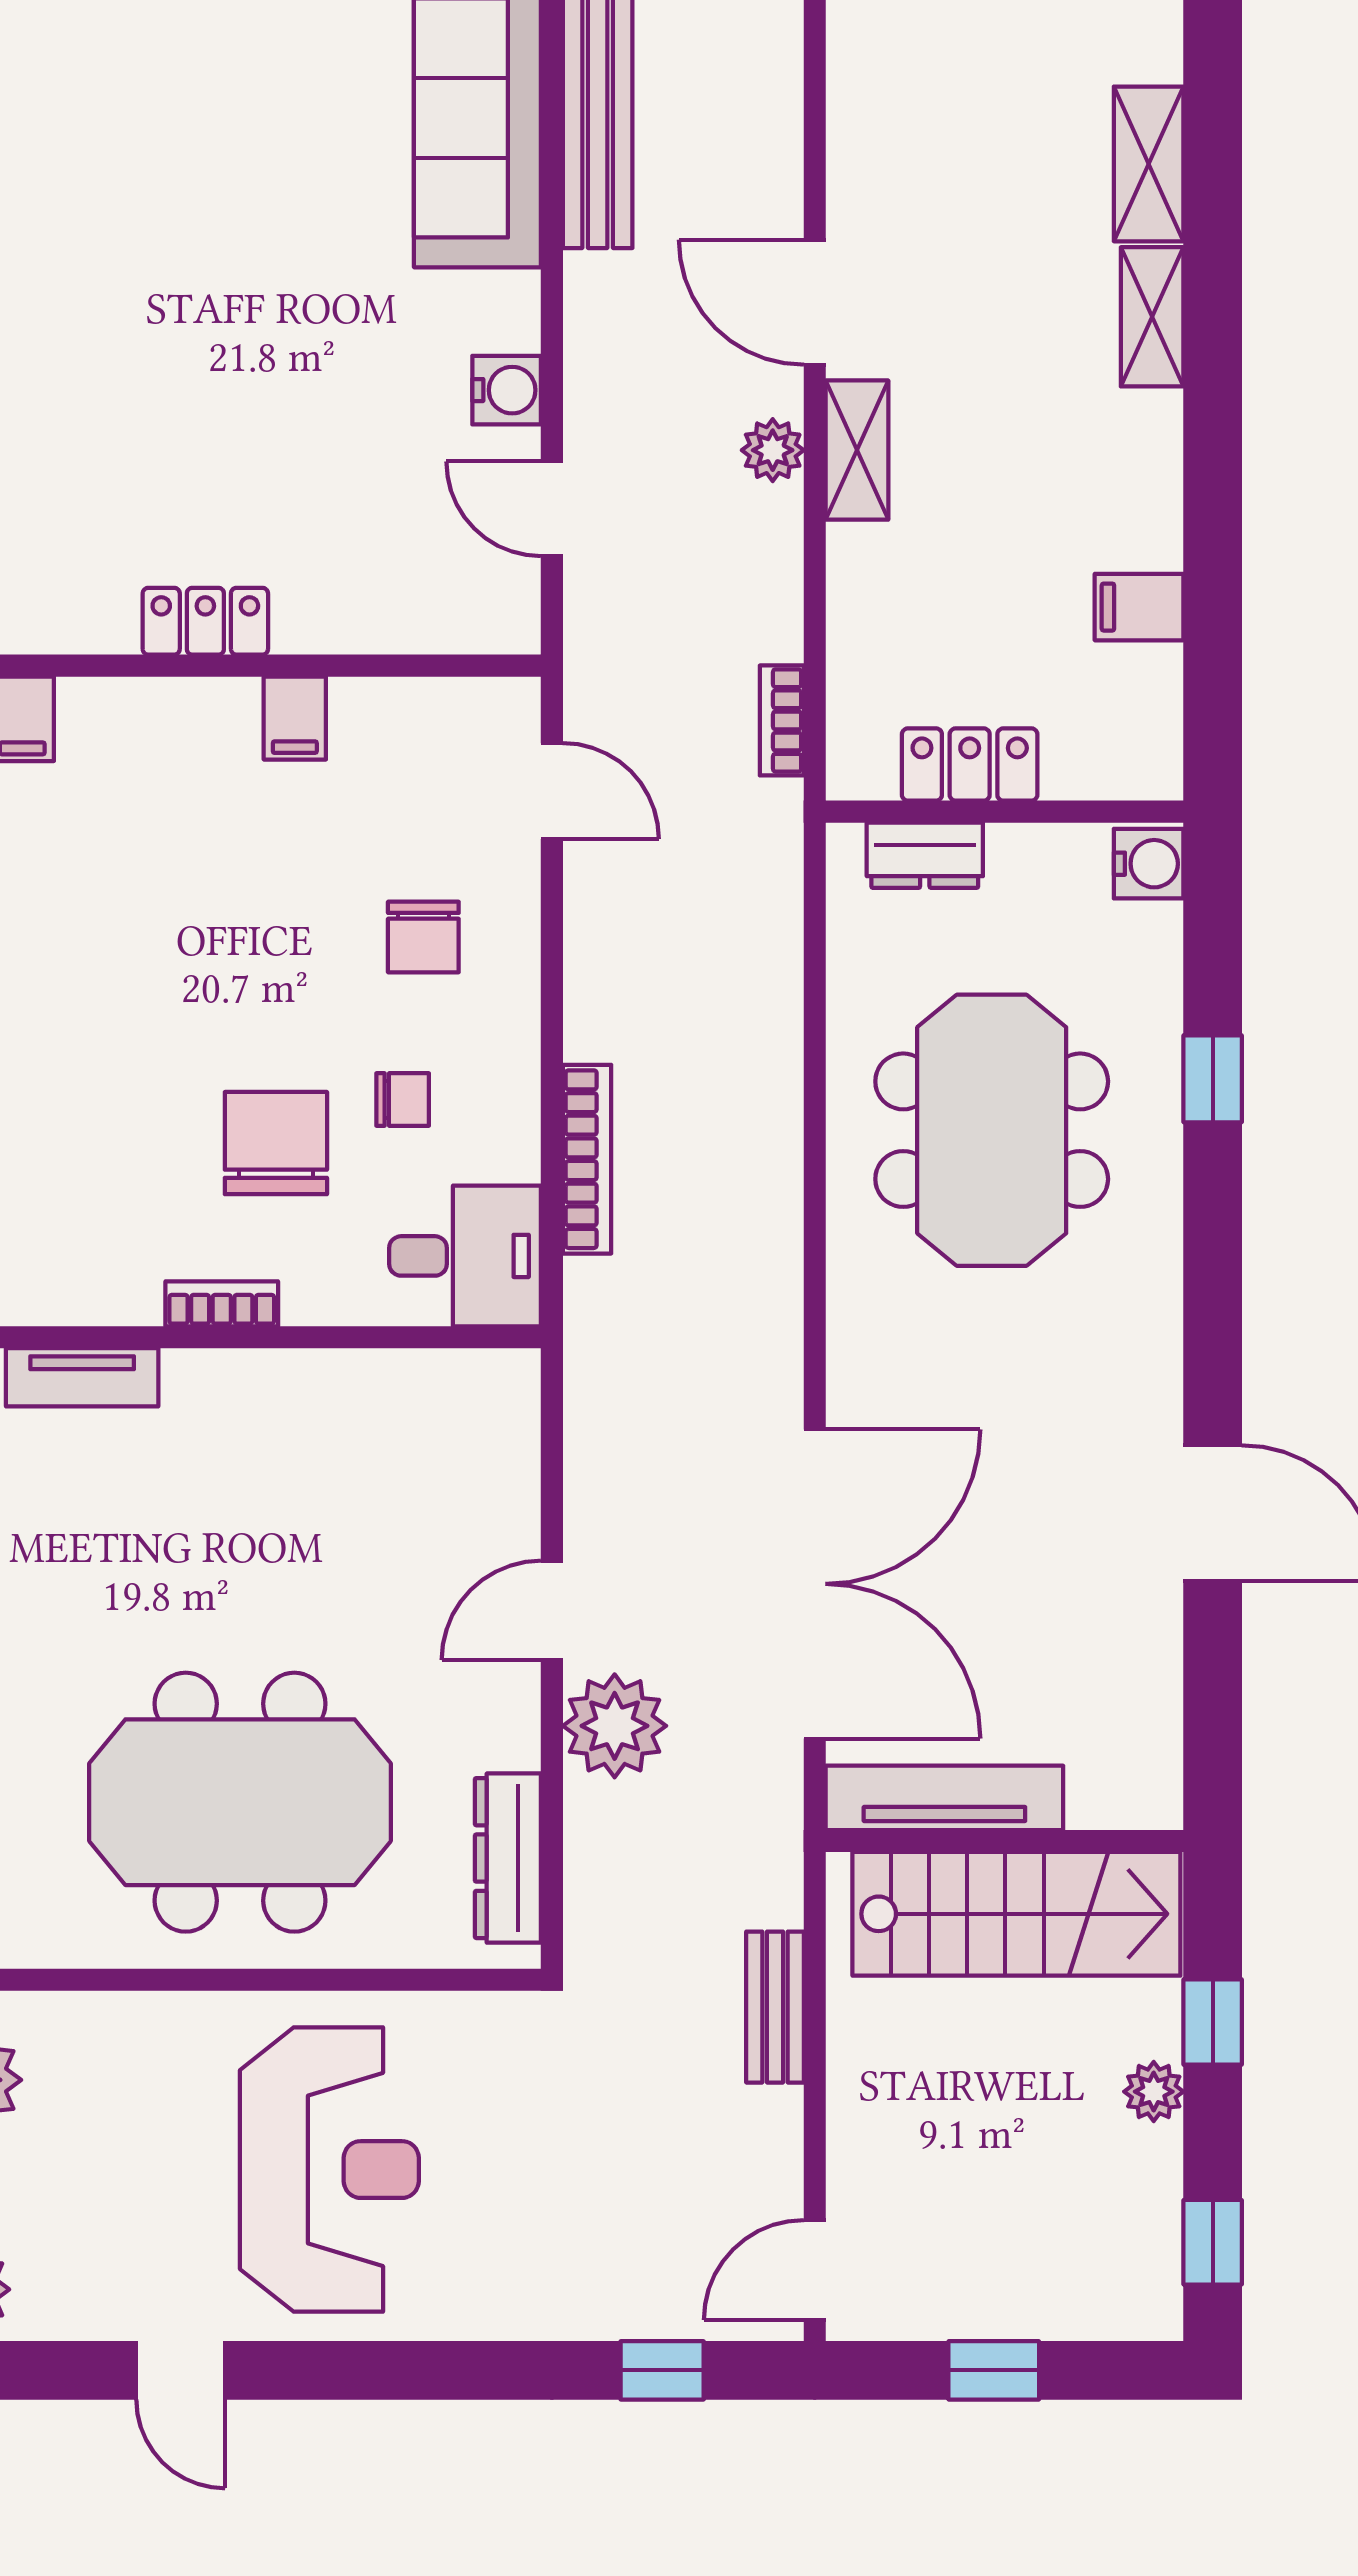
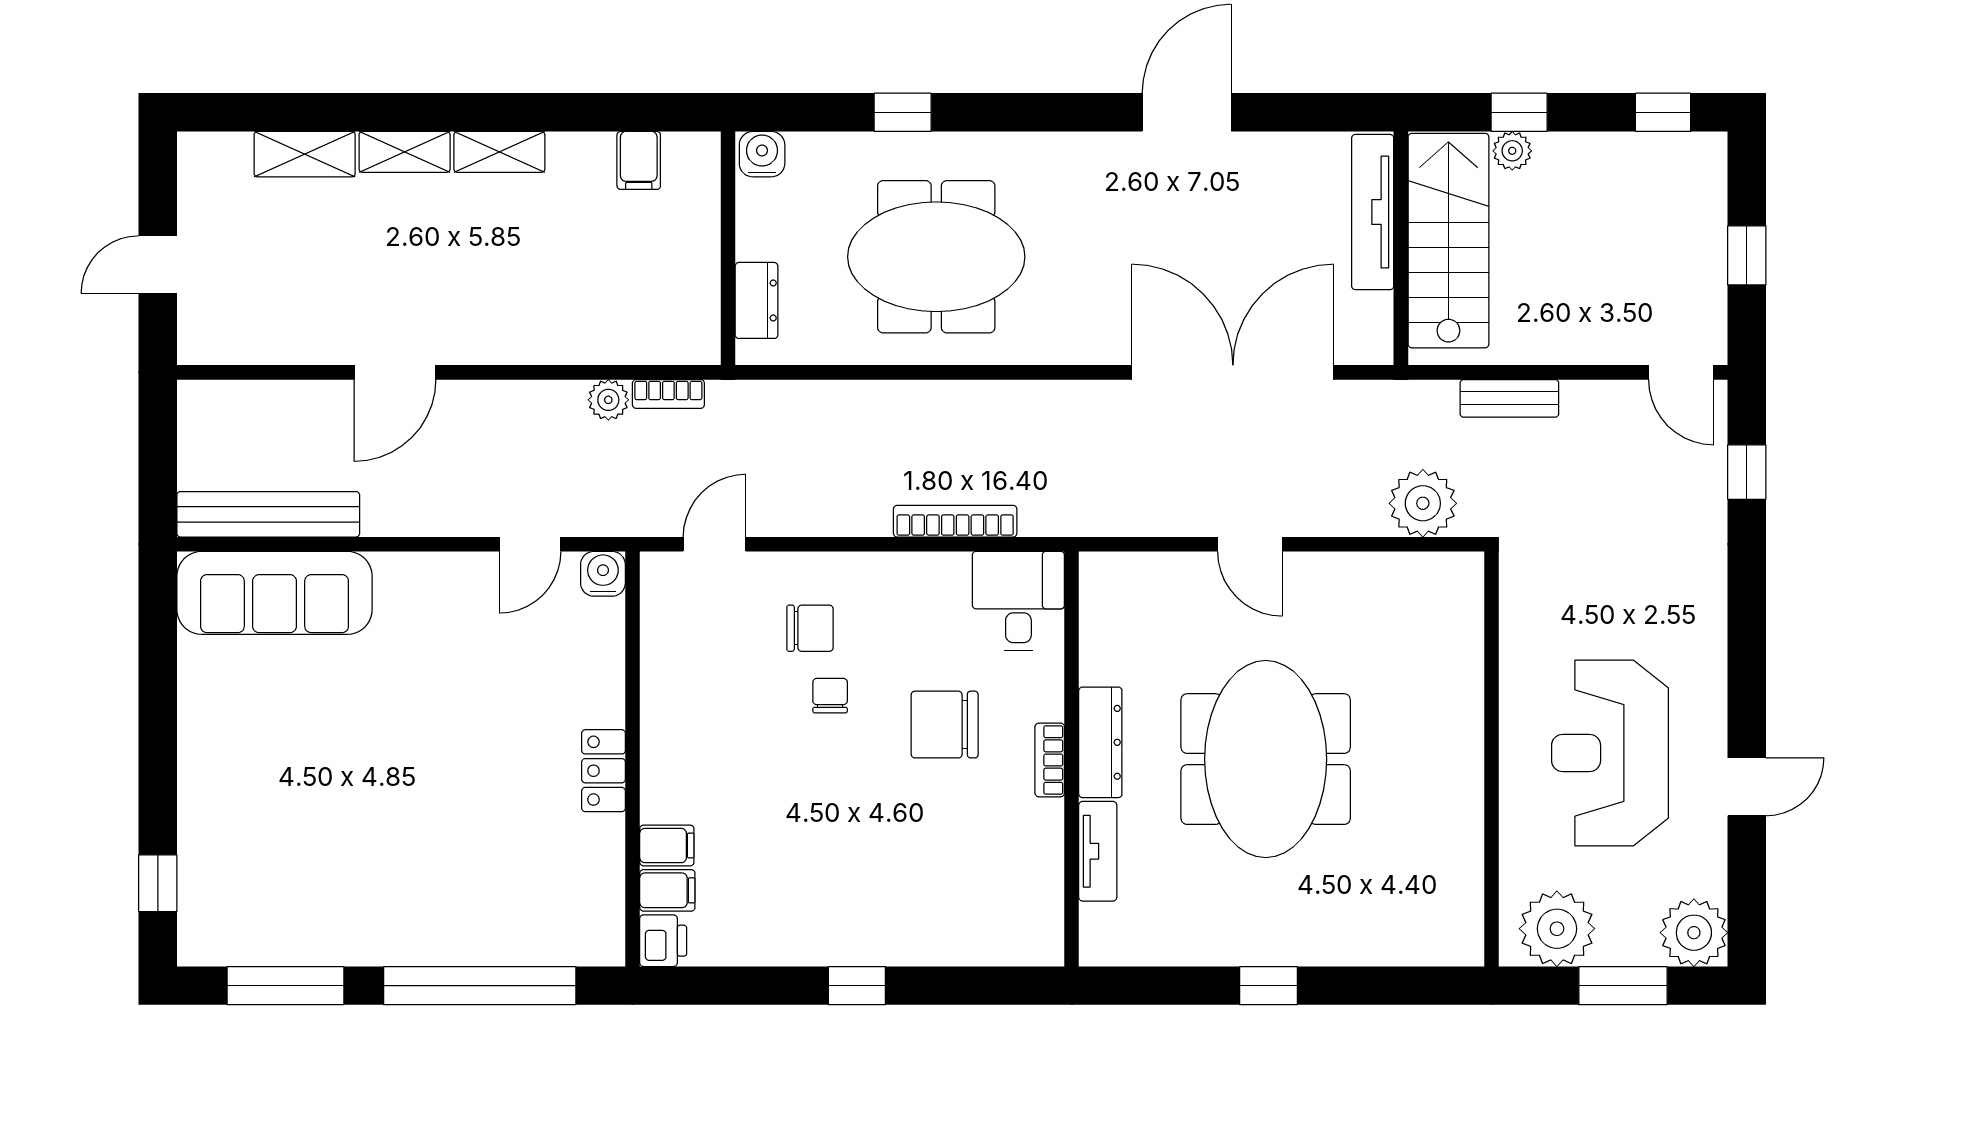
water cooler: (507, 390) -> (603, 574), moved
plant: (773, 450) -> (608, 400), moved
shelving: (857, 450) -> (499, 152), moved
filing cabinet: (1139, 607) -> (639, 160), moved
filing cabinet: (295, 718) -> (667, 845), moved
locker: (970, 765) -> (697, 271), removed
chair: (403, 1100) -> (830, 696), moved
plant: (615, 1726) -> (1423, 503), moved
tv unit: (944, 1798) -> (1373, 212), moved
meeting table: (240, 1802) -> (1266, 759), moved
dresser: (508, 1858) -> (1100, 742), moved, turned -90
plant: (1154, 2092) -> (1512, 151), moved
reception desk: (329, 2170) -> (1610, 753), moved, turned -90

